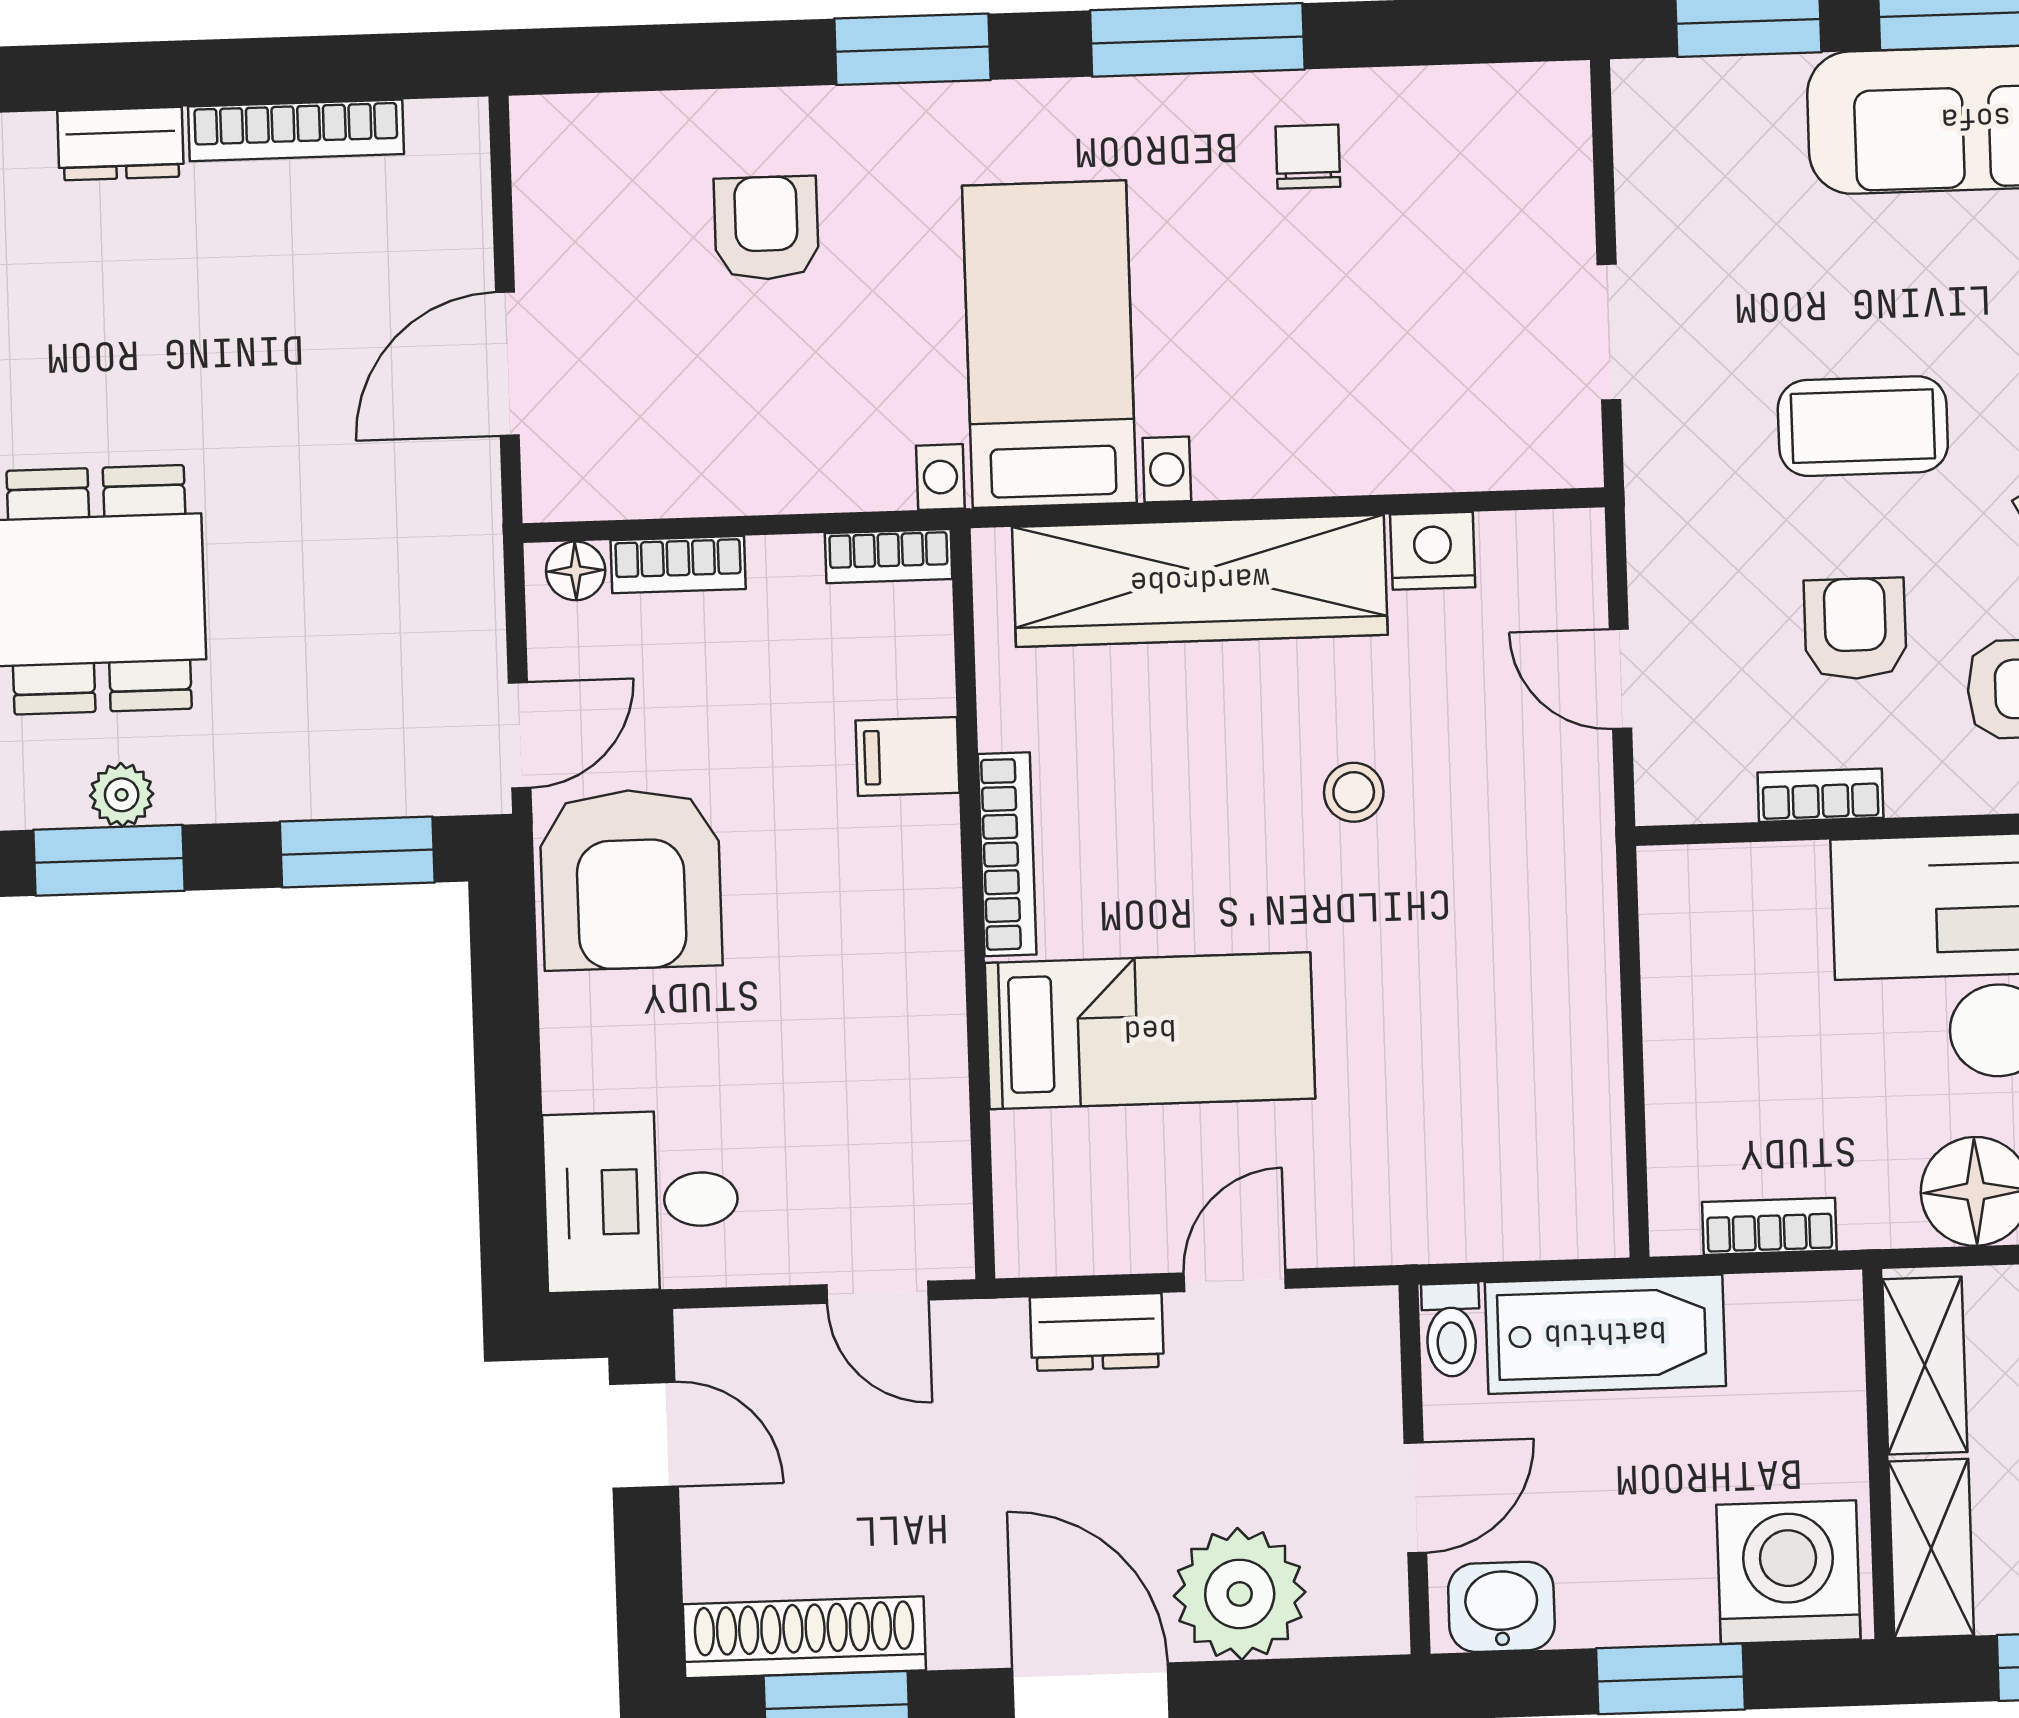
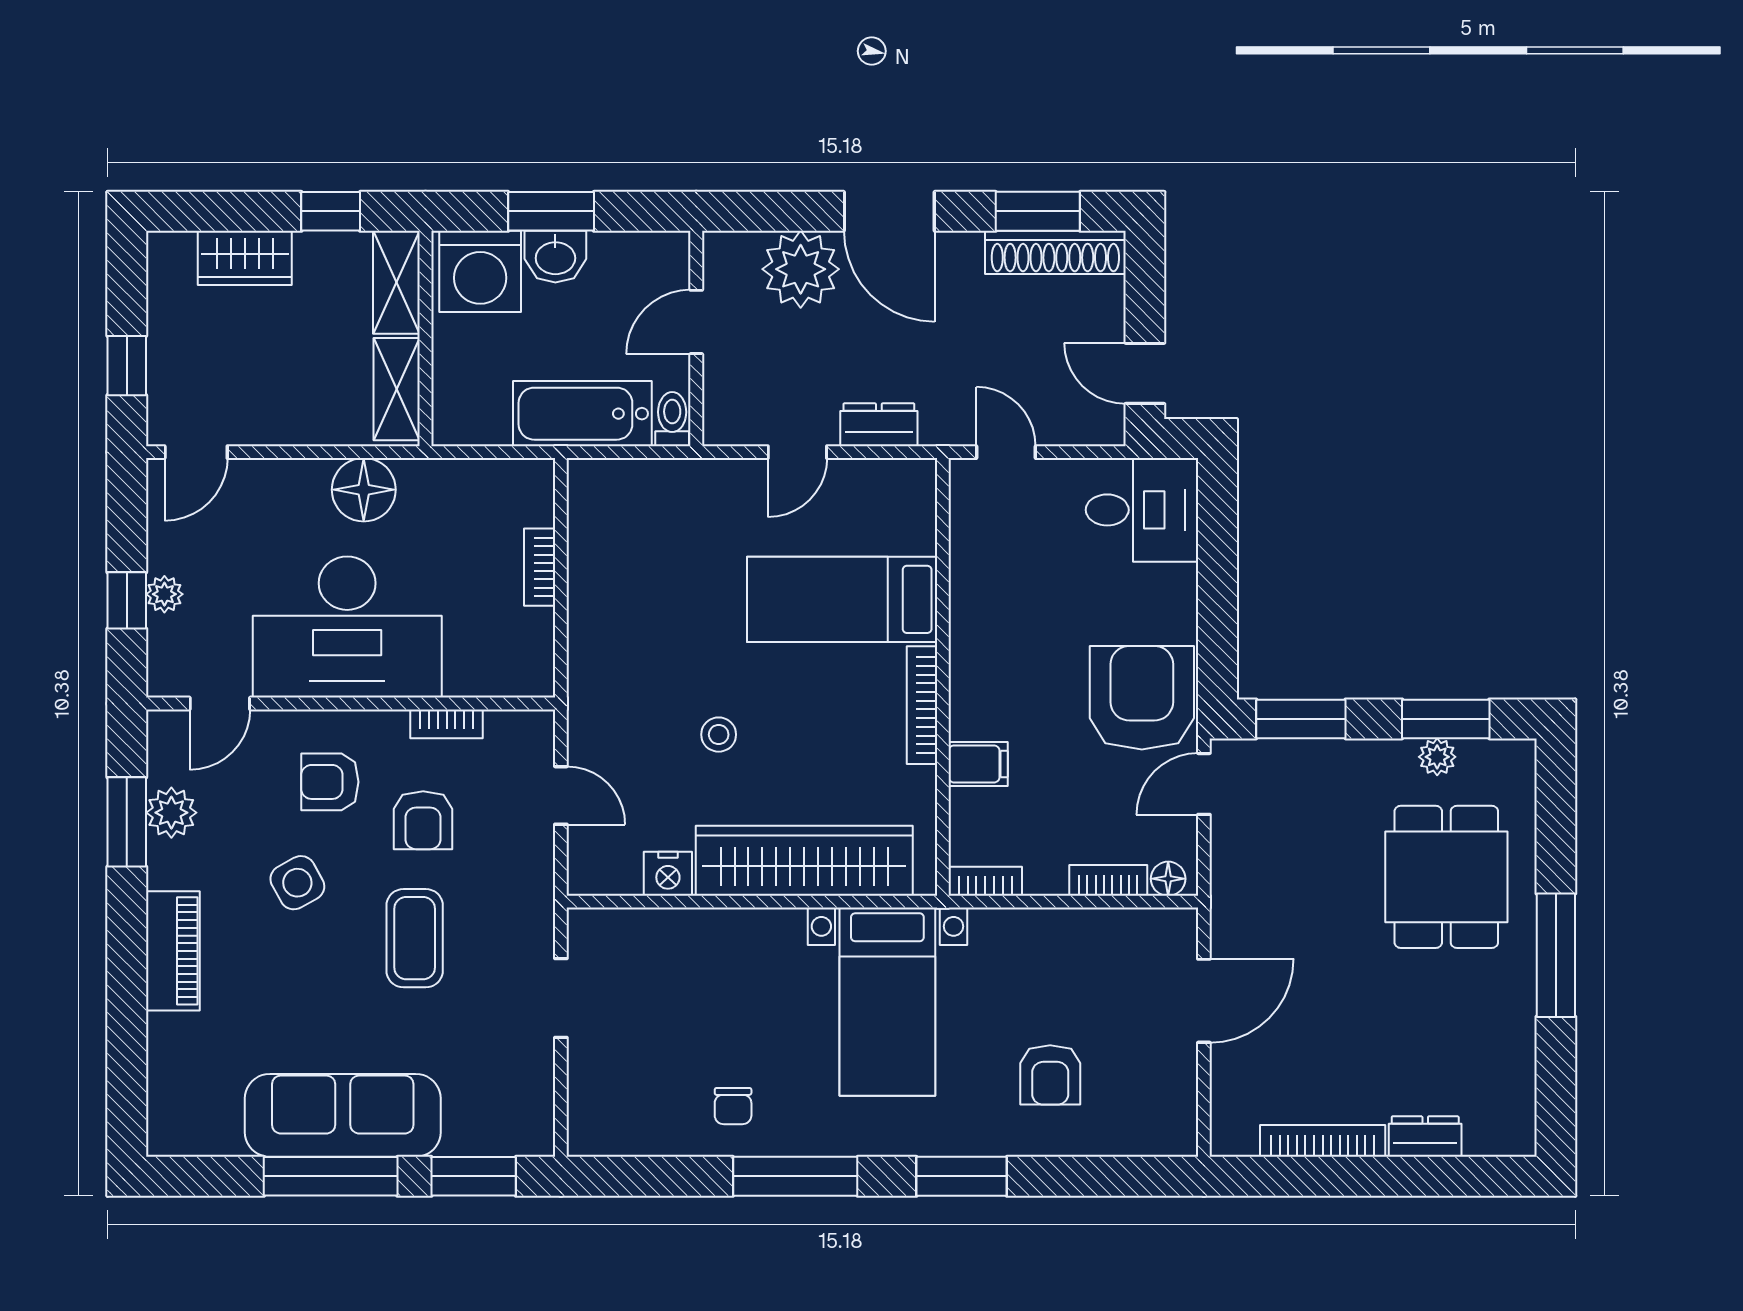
coffee table: (1863, 426) -> (415, 938), turned 90
bookcase: (1769, 1226) -> (540, 567), moved, turned 90
washbasin: (1501, 1607) -> (555, 257), moved

